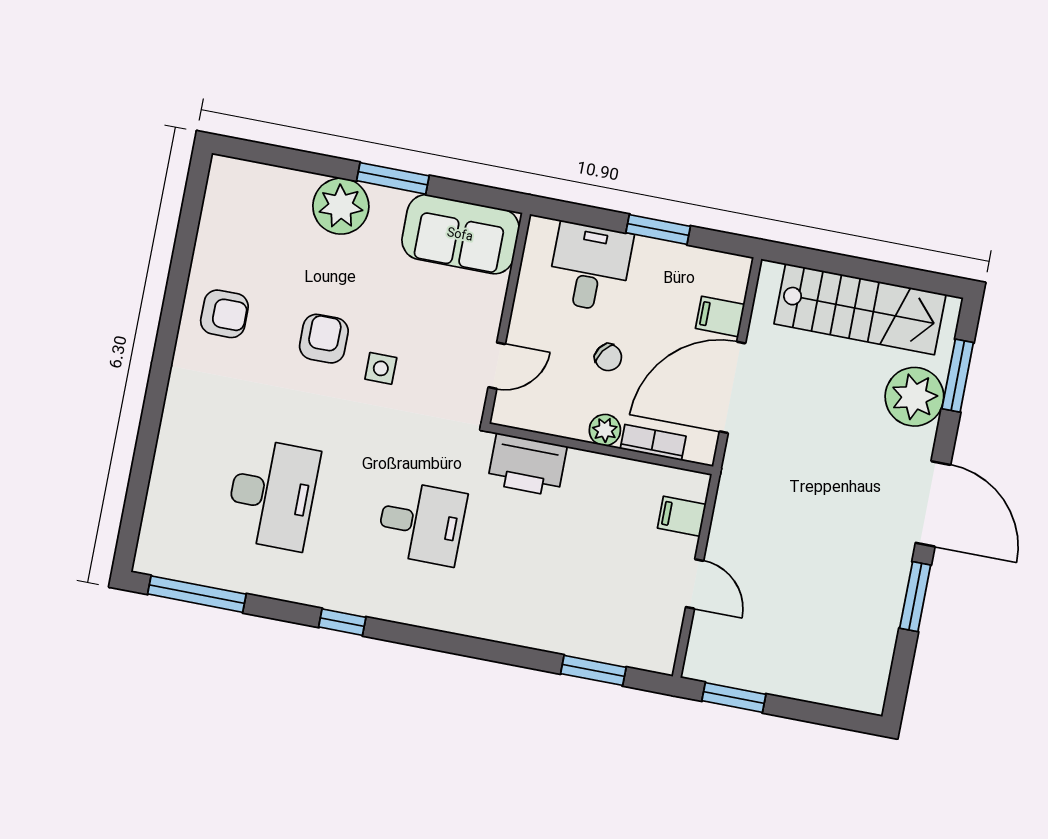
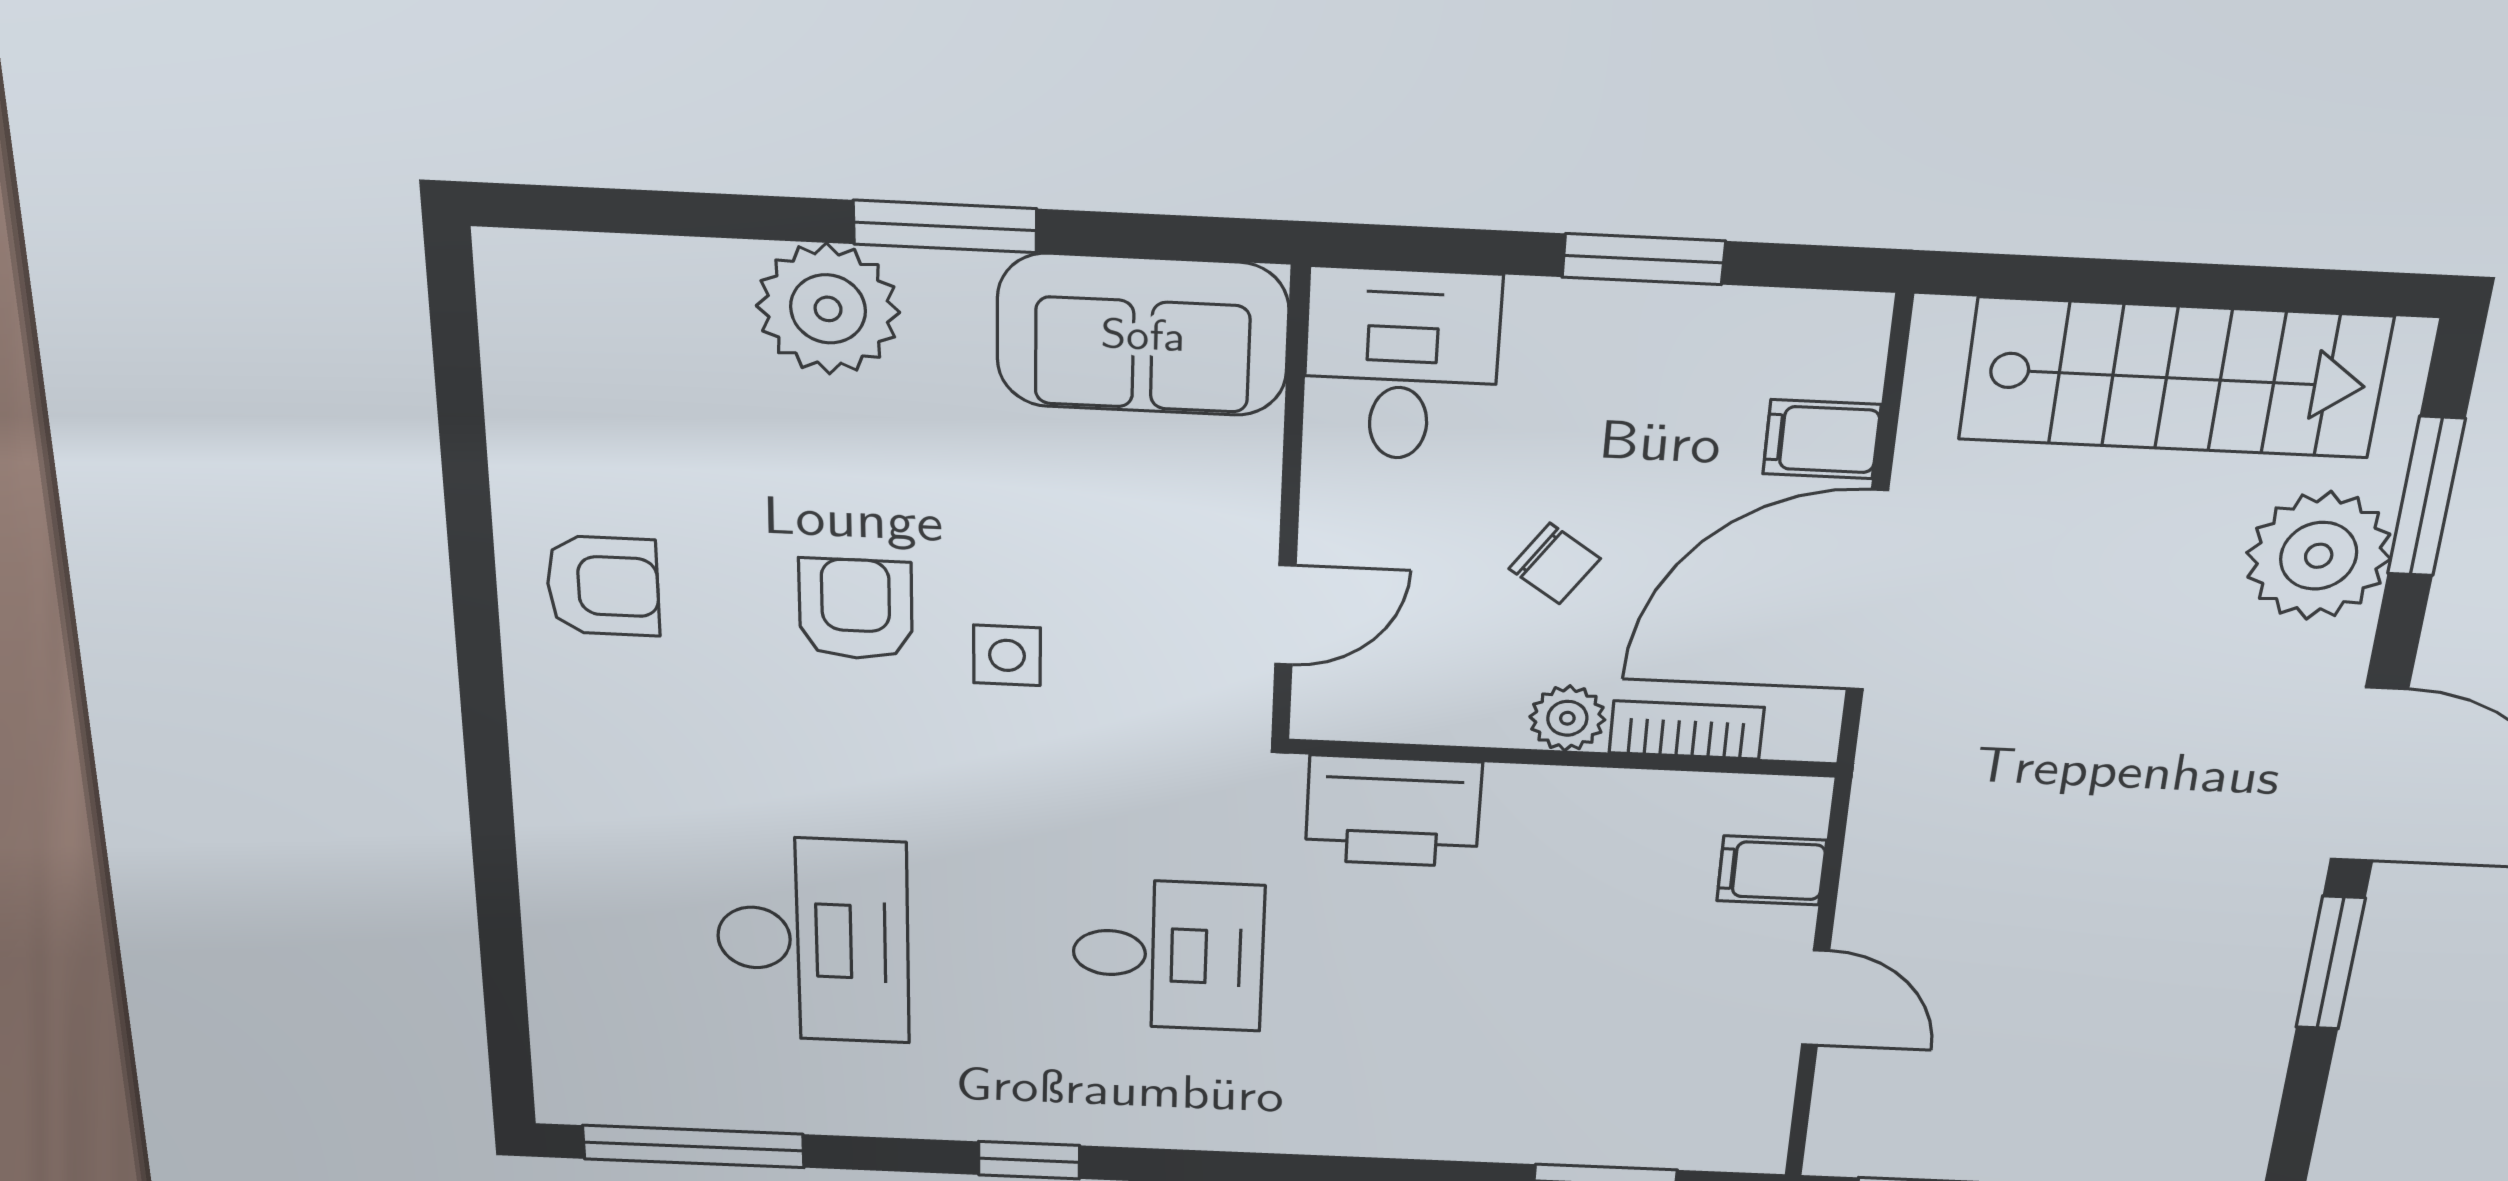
desk: (590, 267) -> (1401, 365), moved

